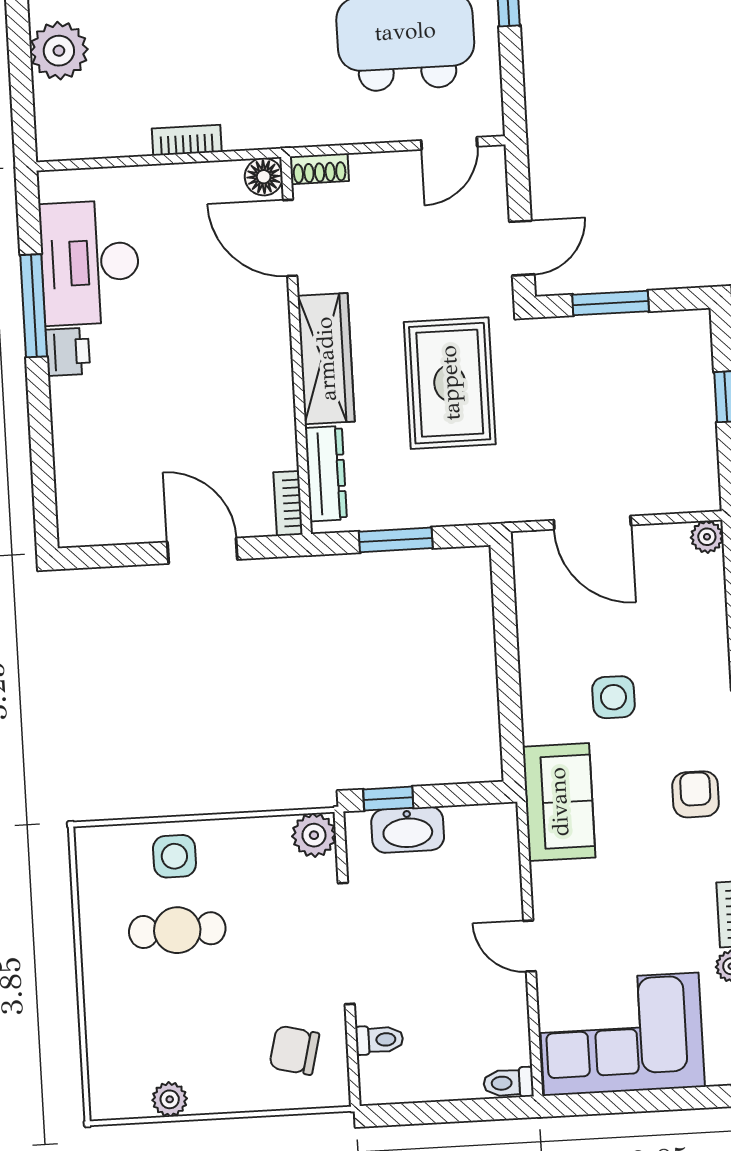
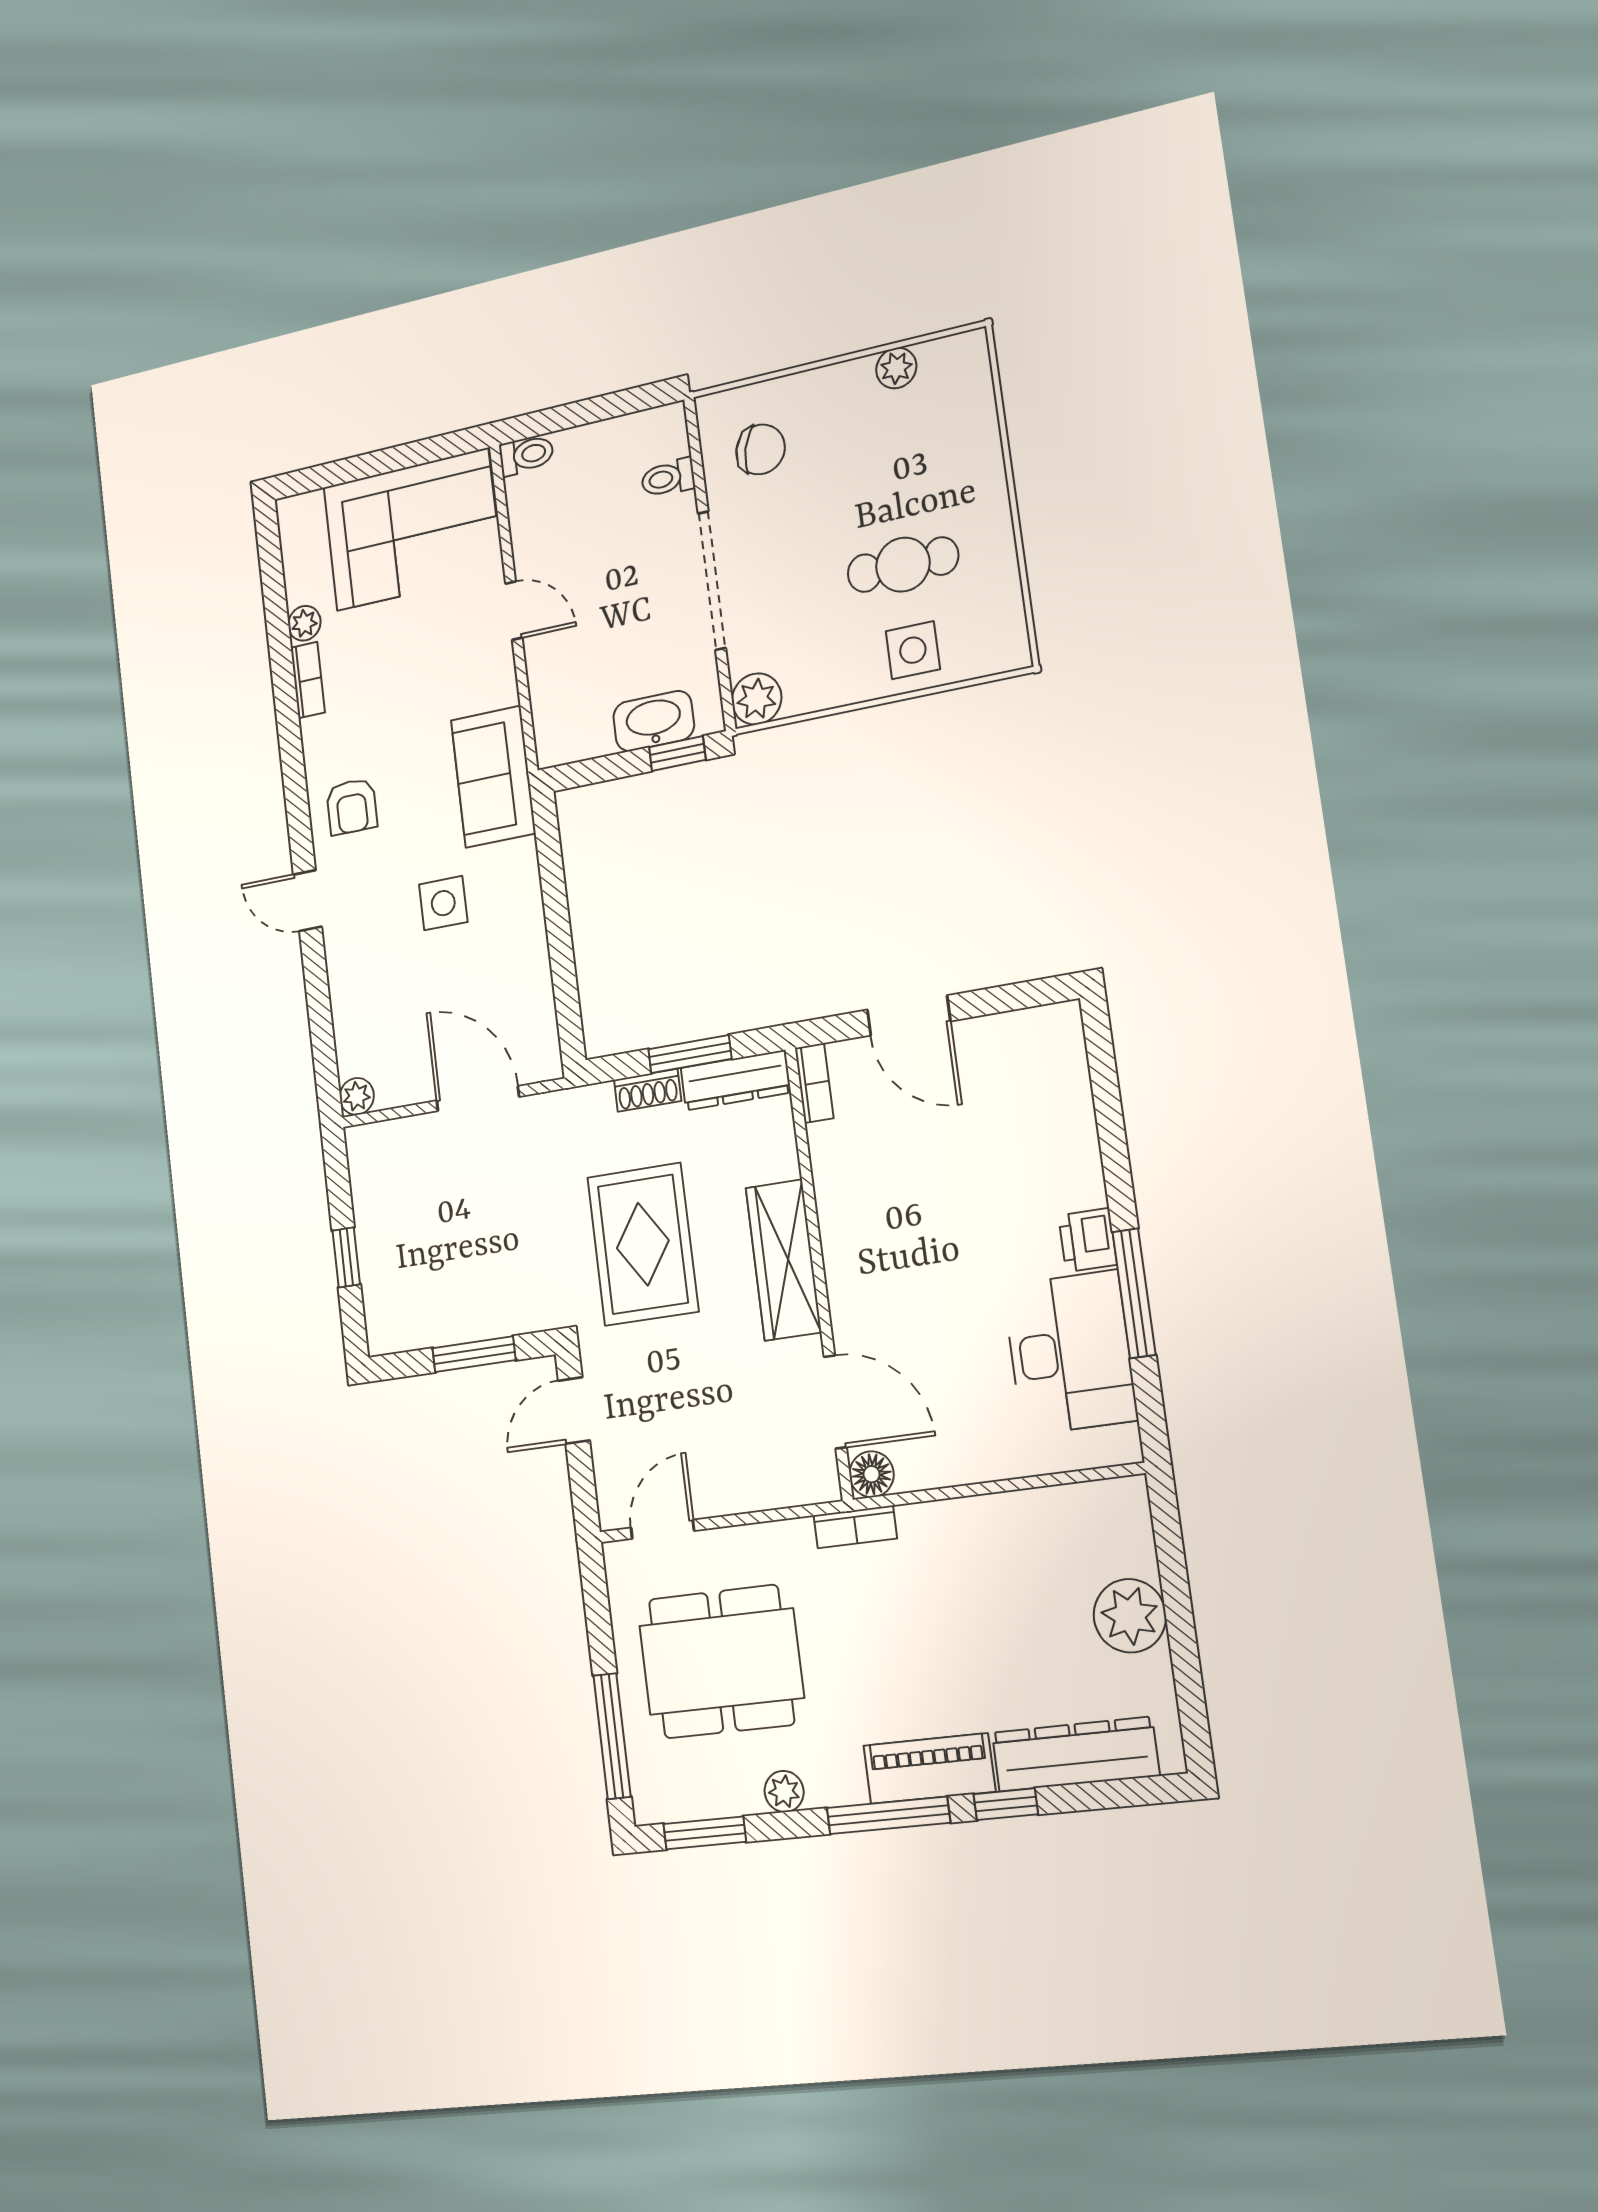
bookcase: (187, 140) -> (855, 1527), moved
shoe rack: (319, 169) -> (648, 1090), moved, turned 180
dresser: (326, 474) -> (736, 1080), moved, turned -90

